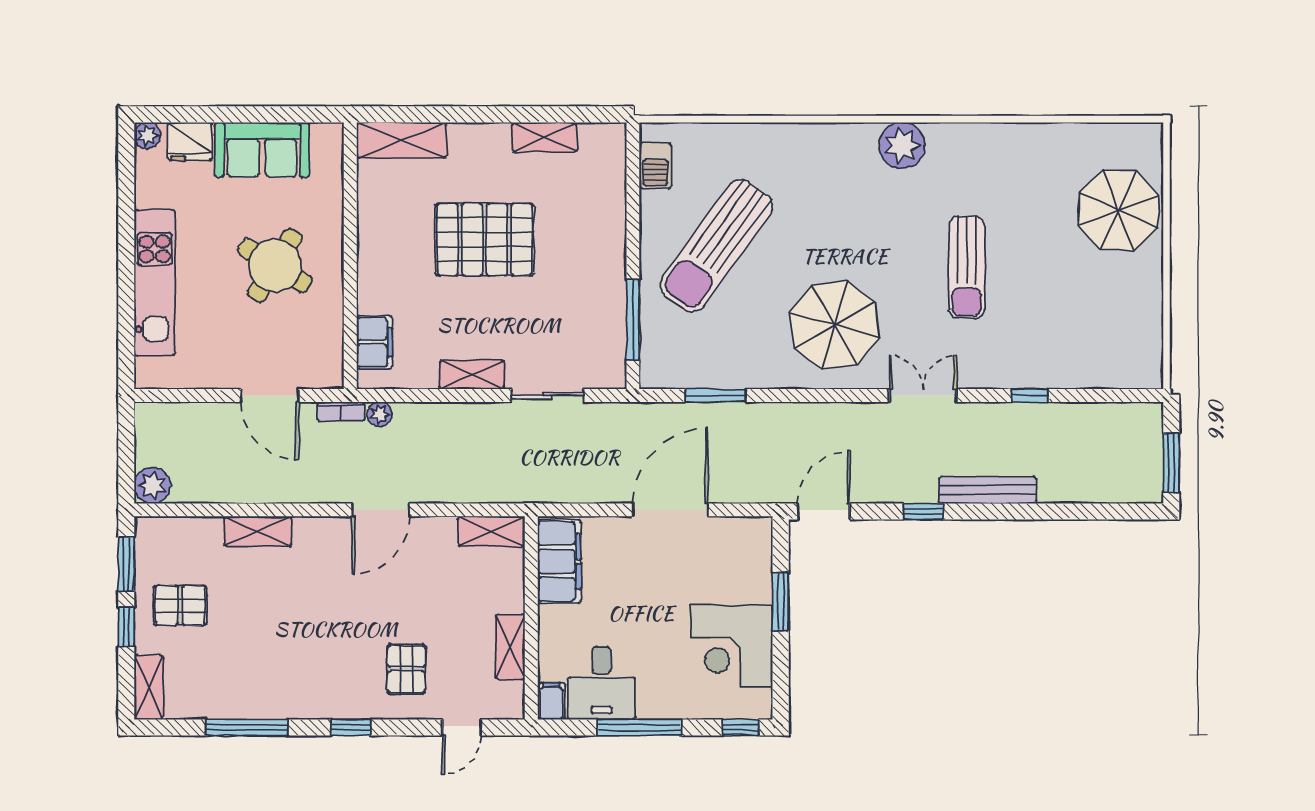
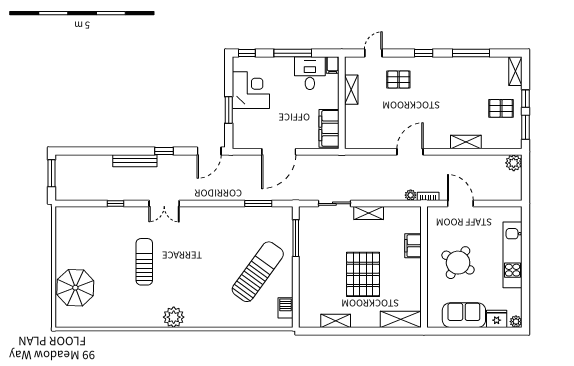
pallet: (484, 240) -> (363, 274), turned 90
parasol: (835, 325) -> (204, 236), removed
filing cabinet: (374, 342) -> (413, 246), moved
shelving: (491, 531) -> (360, 142), removed
pallet: (406, 669) -> (398, 79), turned 90

